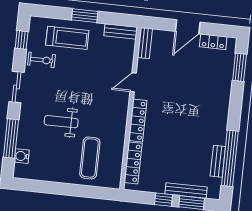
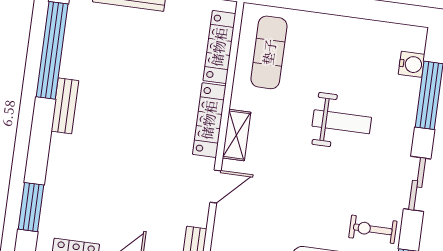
shelving: (122, 112) -> (237, 135), added
exercise mat: (90, 158) -> (269, 52), moved
bench: (218, 161) -> (65, 106), moved

